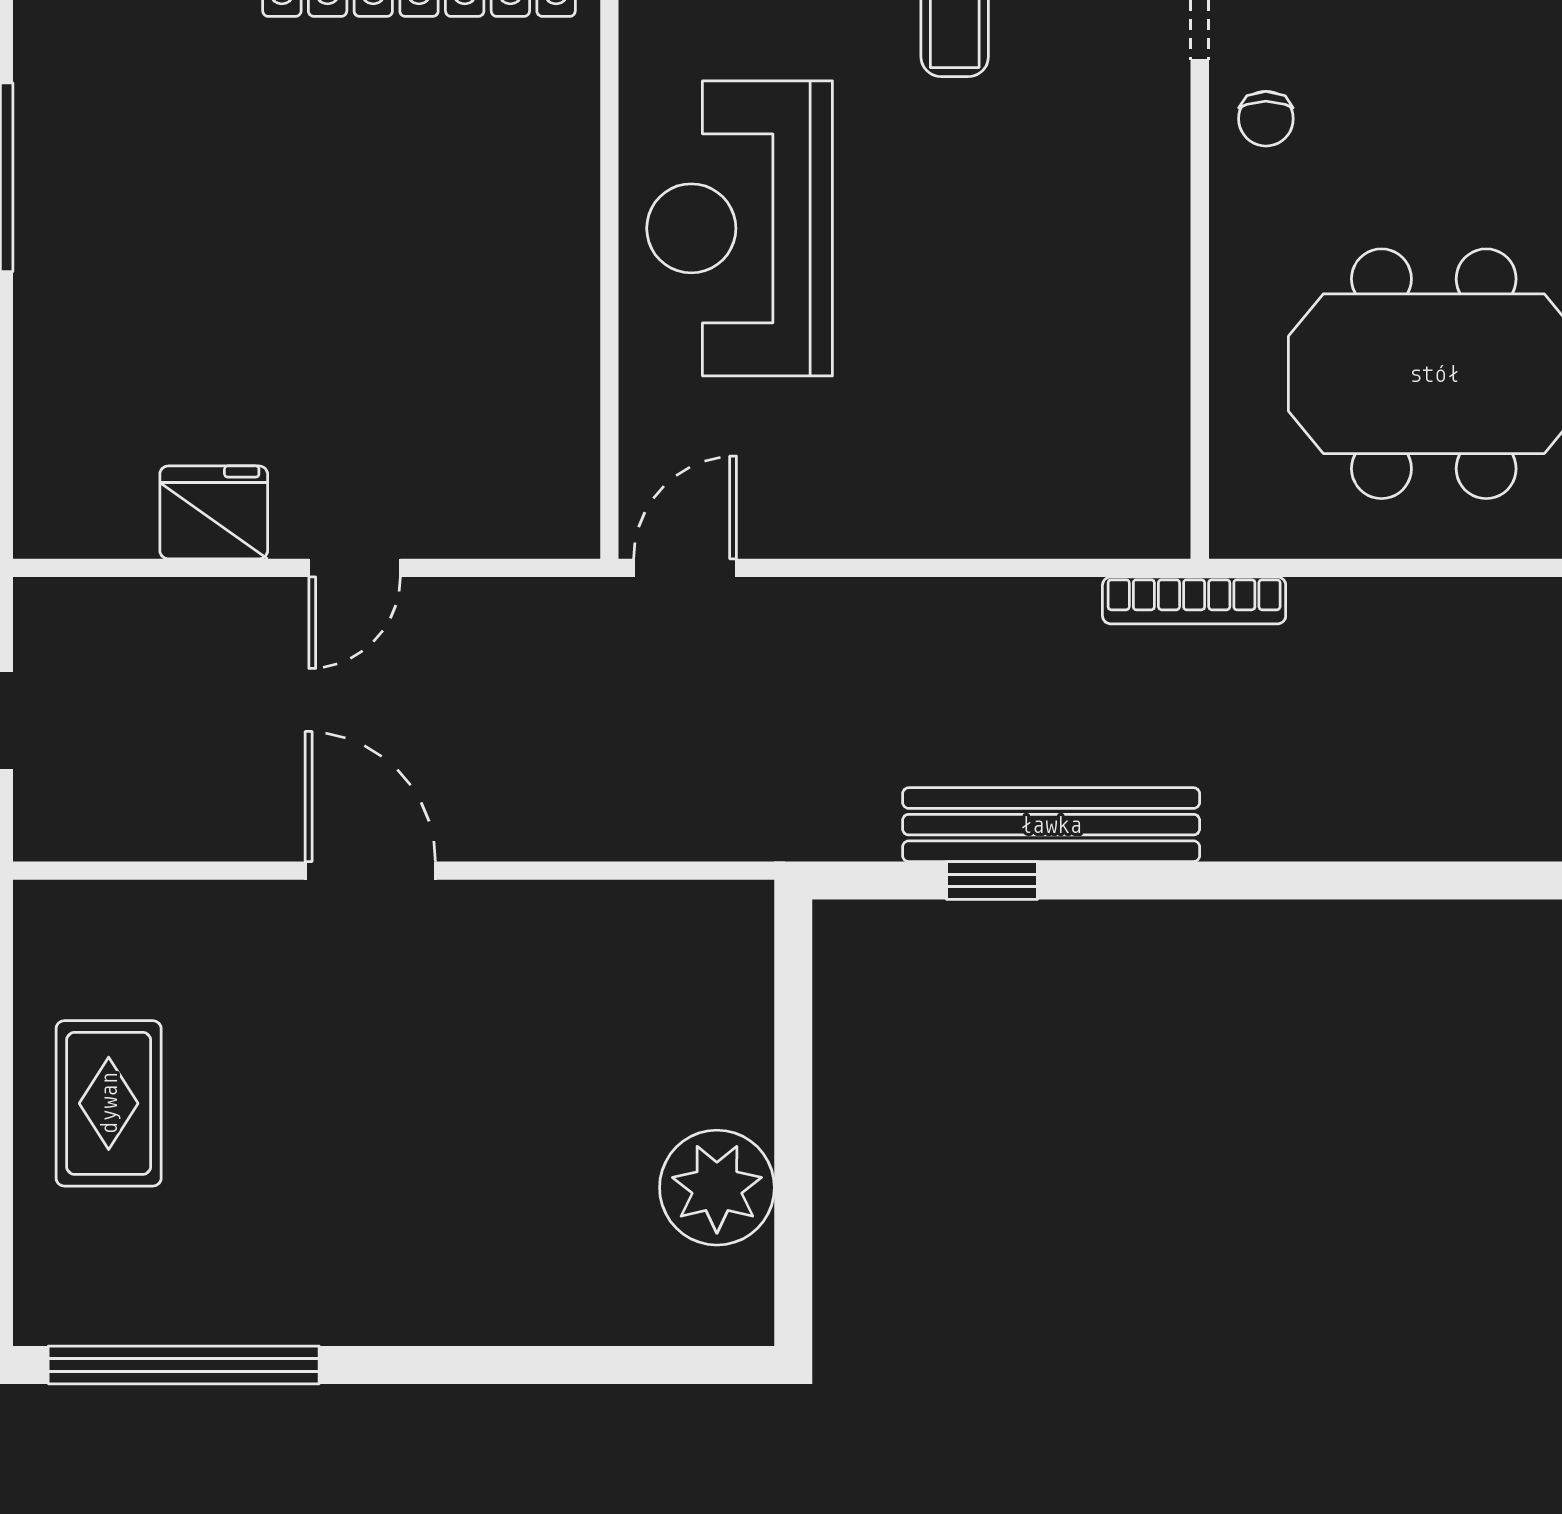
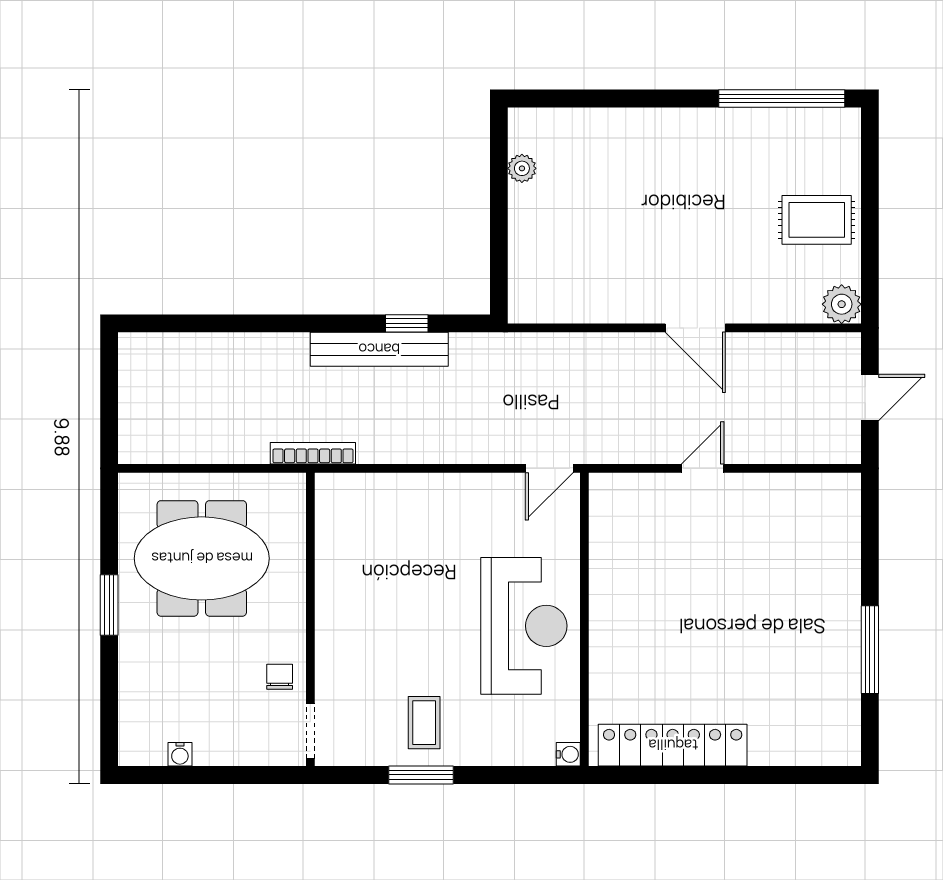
fridge: (214, 512) -> (768, 494), removed
plant: (55, 922) -> (842, 304), added
rug: (109, 1103) -> (817, 220), turned 90
plant: (717, 1188) -> (522, 168), width x0.53, depth x0.53

